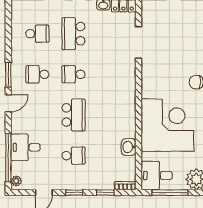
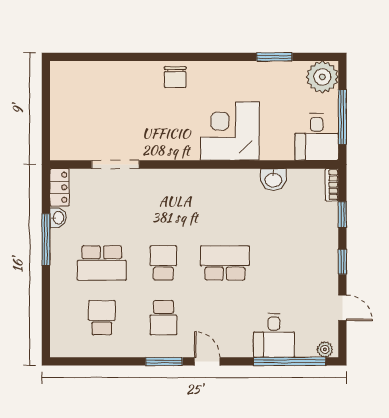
school desk: (73, 74) -> (163, 263), turned 180
corner desk: (167, 125) -> (230, 131), width x0.74, depth x0.74
school desk: (73, 156) -> (286, 263), removed

